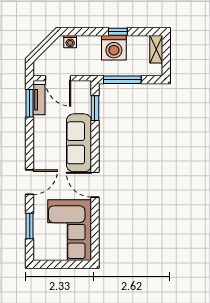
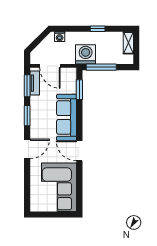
washing machine: (114, 48) -> (86, 54), moved, turned 180
window: (30, 226) -> (27, 116), moved

